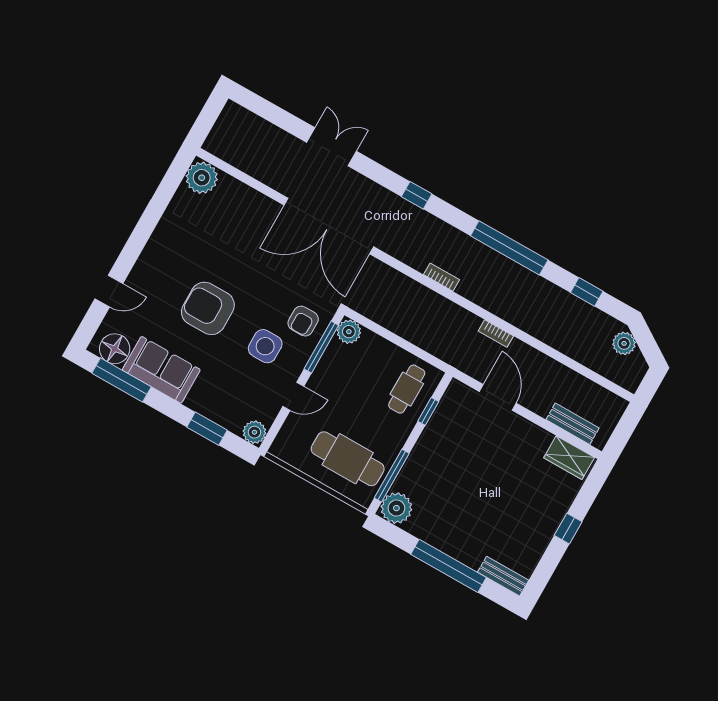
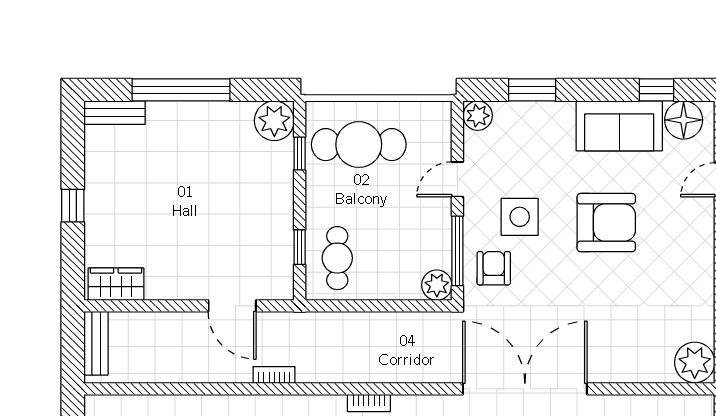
window: (121, 380) -> (657, 90), width x0.46
bench: (573, 424) -> (96, 343), moved, turned 90
window: (392, 476) -> (300, 154), width x0.46

